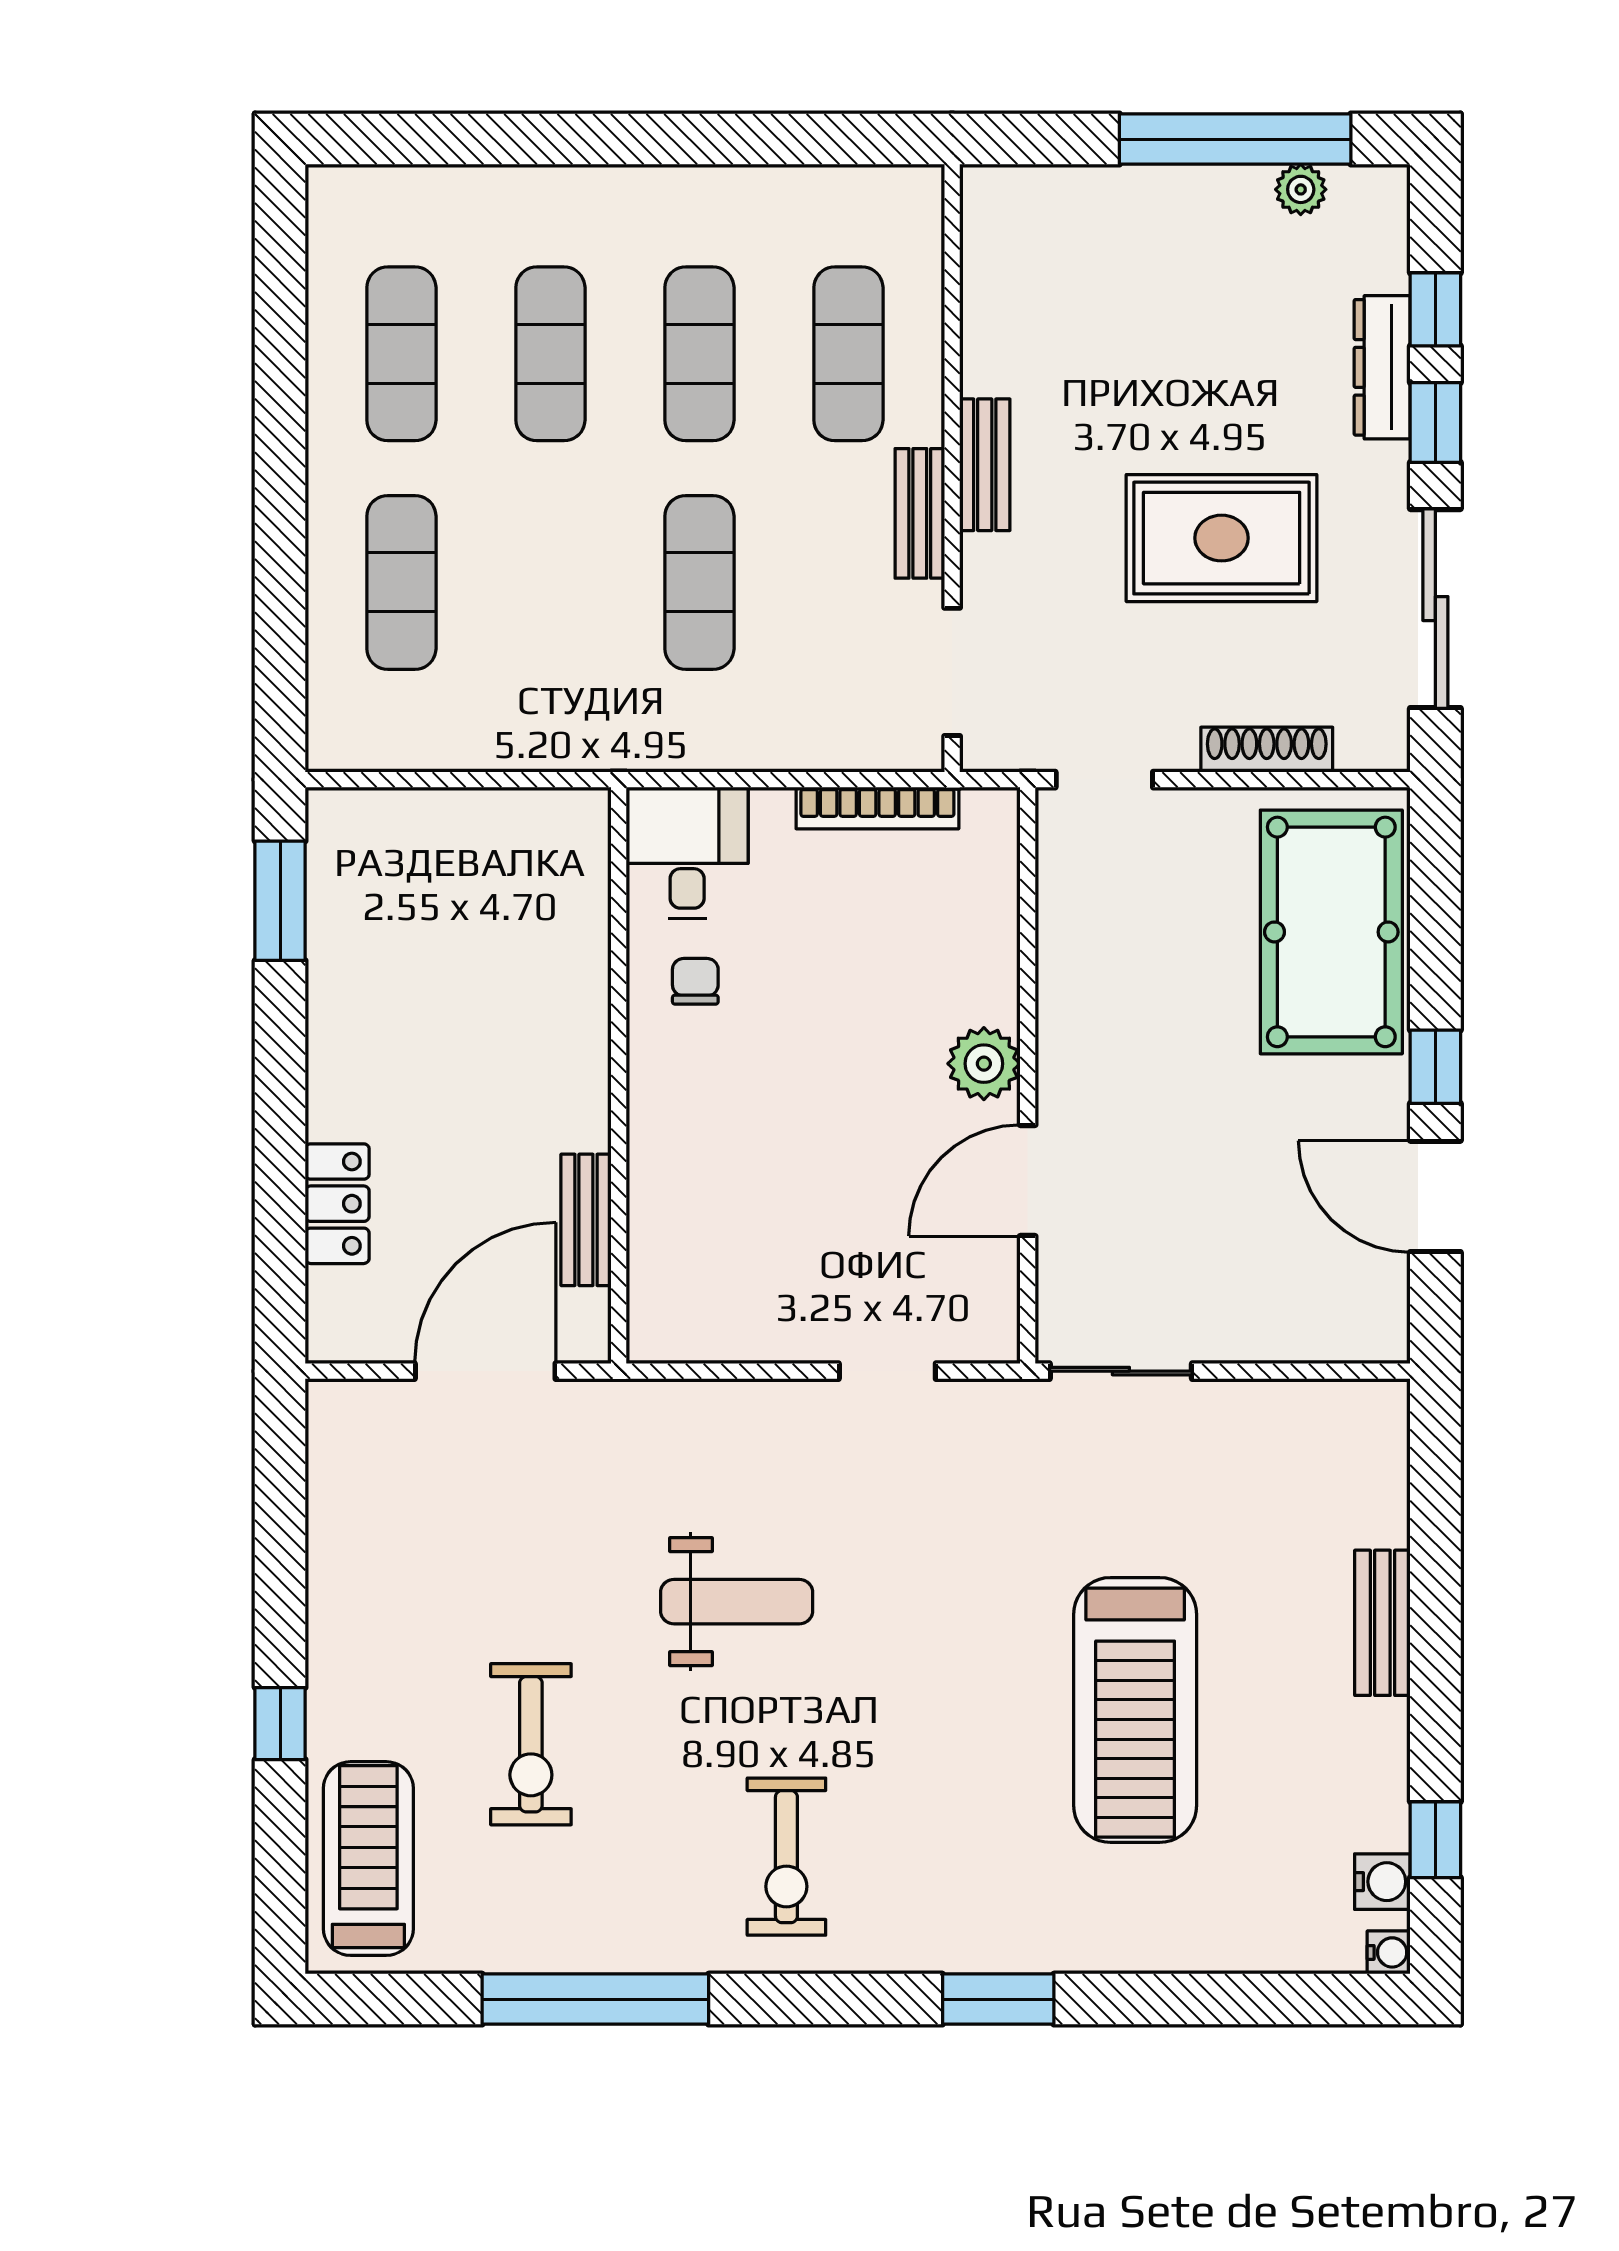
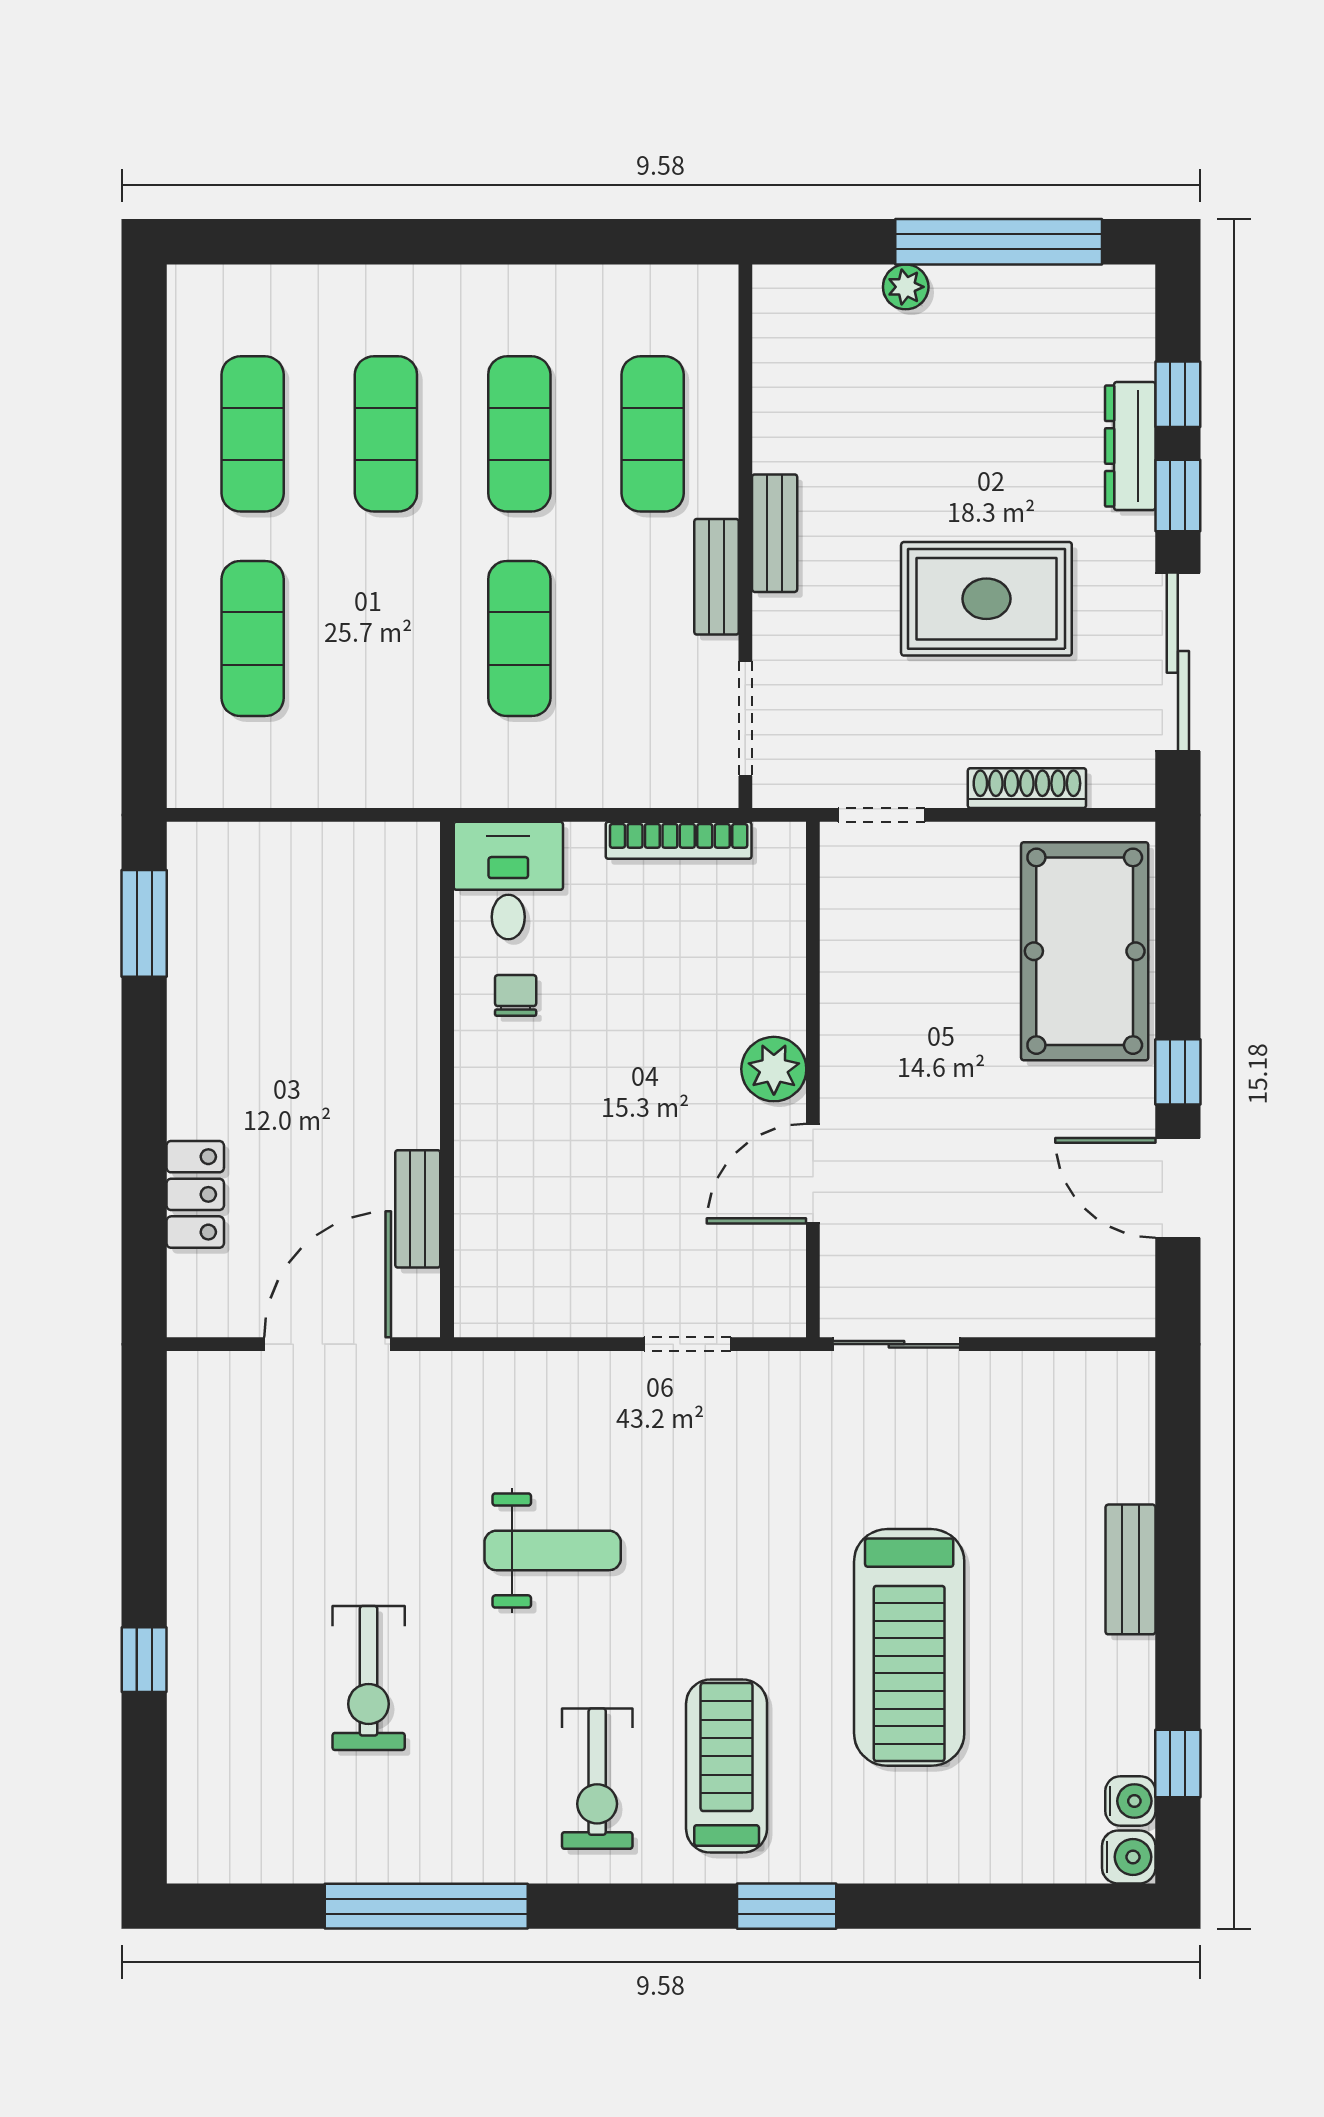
plant: (1301, 189) -> (906, 287), moved
treadmill: (368, 1859) -> (727, 1766), moved
water cooler: (1389, 1952) -> (1129, 1857), width x1.38, depth x1.38

